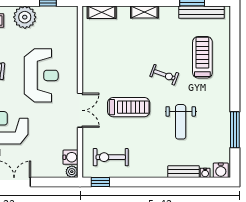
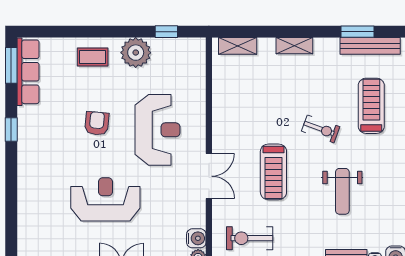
treadmill: (129, 107) -> (273, 172), turned 90

